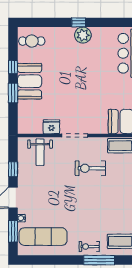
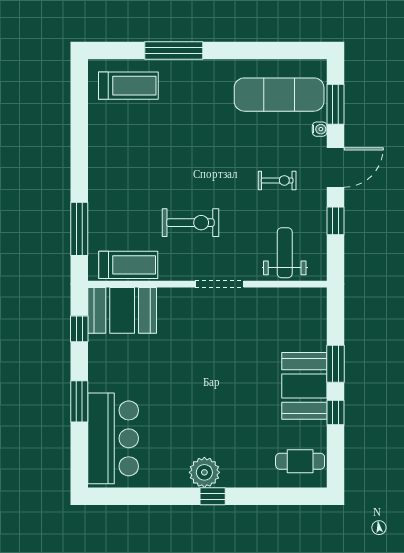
fridge: (51, 127) -> (263, 300), removed
exercise bike: (89, 247) -> (277, 180), moved

